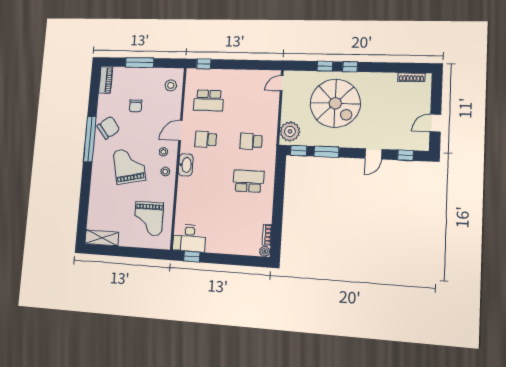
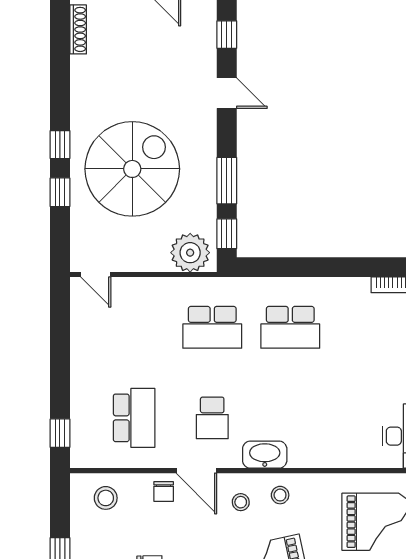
chair: (172, 114) -> (164, 491), added
school desk: (251, 141) -> (212, 327), width x1.85
school desk: (248, 181) -> (290, 327), turned -90

